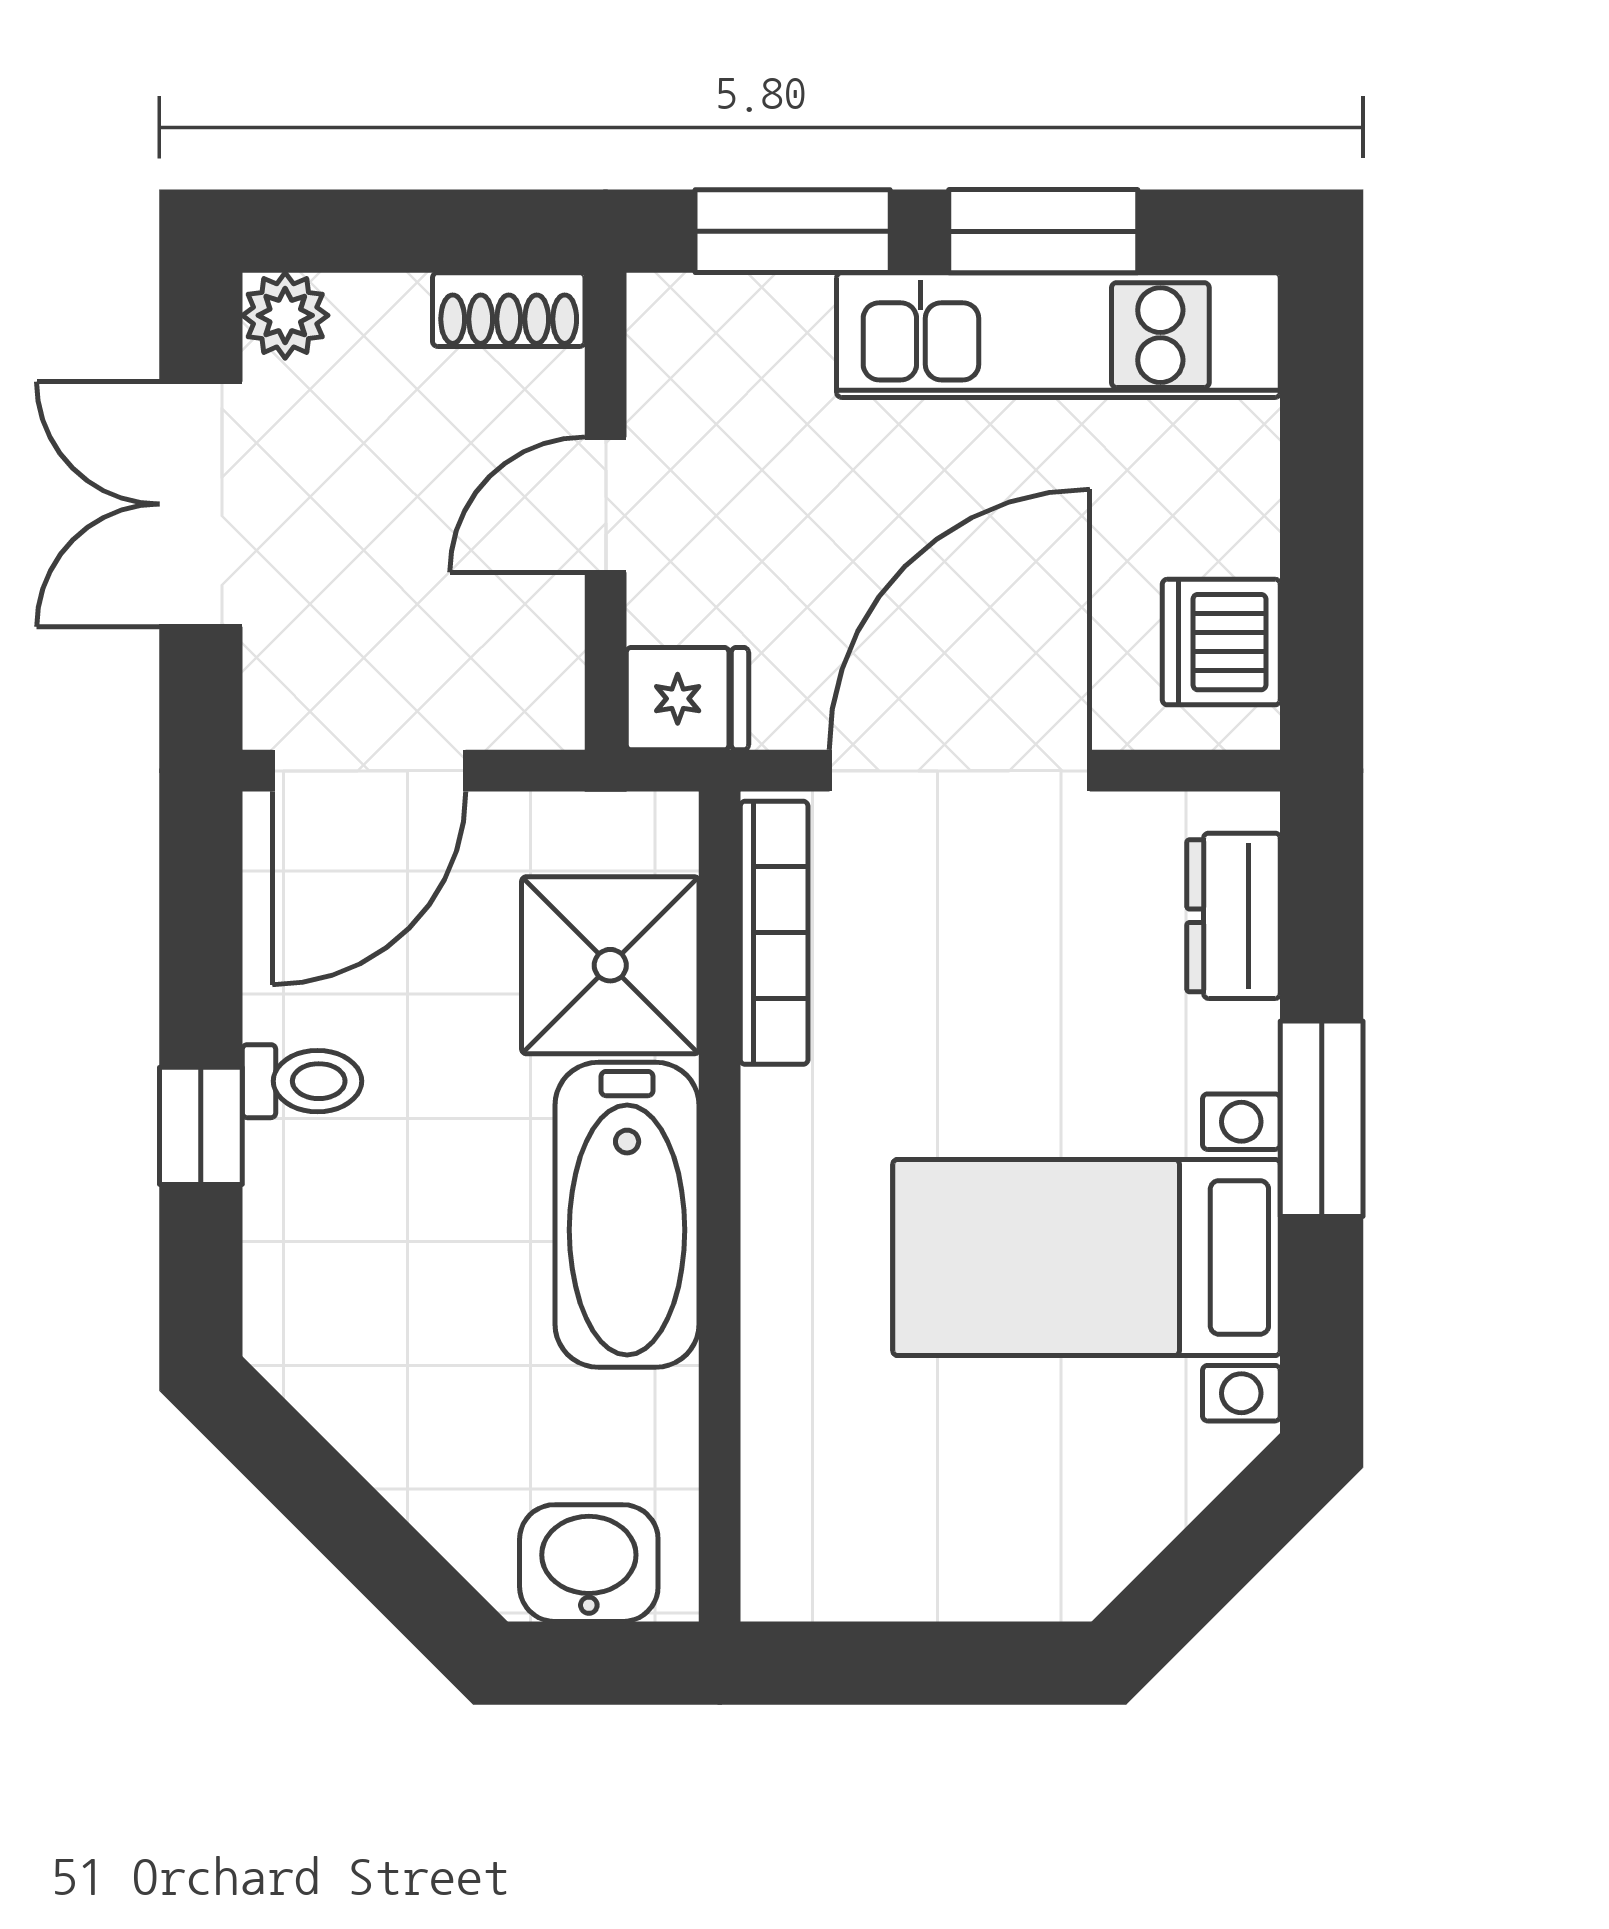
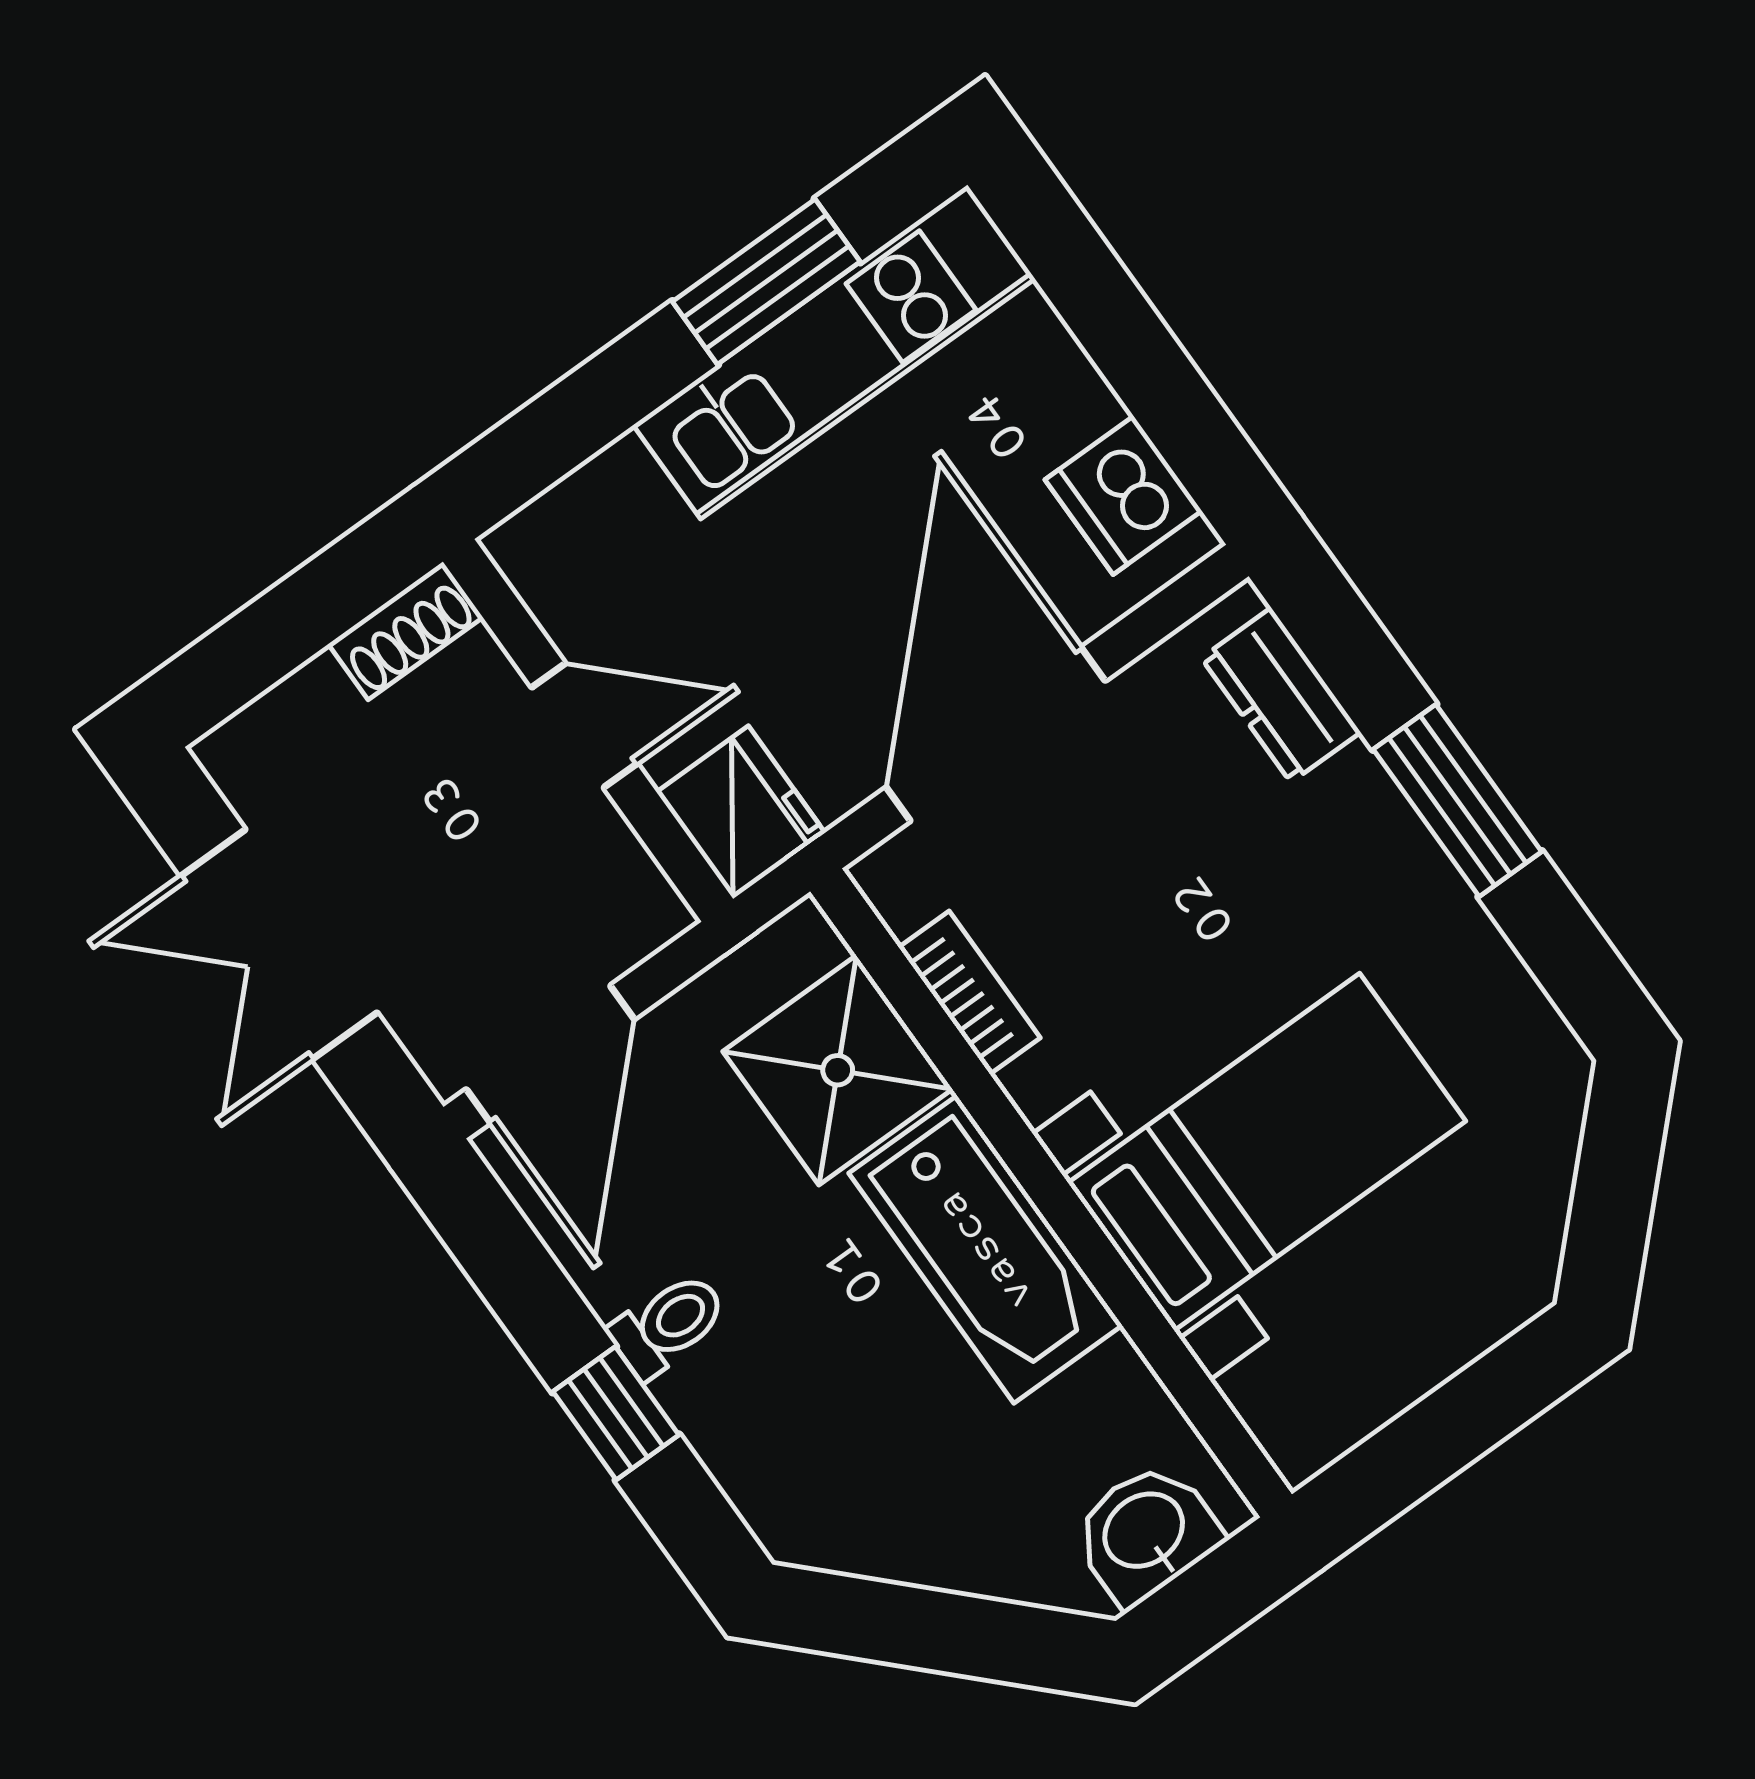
window: (793, 231) -> (577, 418), removed
plant: (285, 315) -> (240, 756), removed
door: (606, 505) -> (585, 725), swing flipped
fridge: (687, 699) -> (741, 812), width x1.38
bookcase: (774, 933) -> (969, 993), width x0.64
bed with nightstands: (1086, 1257) -> (1267, 1152), moved, turned 180

